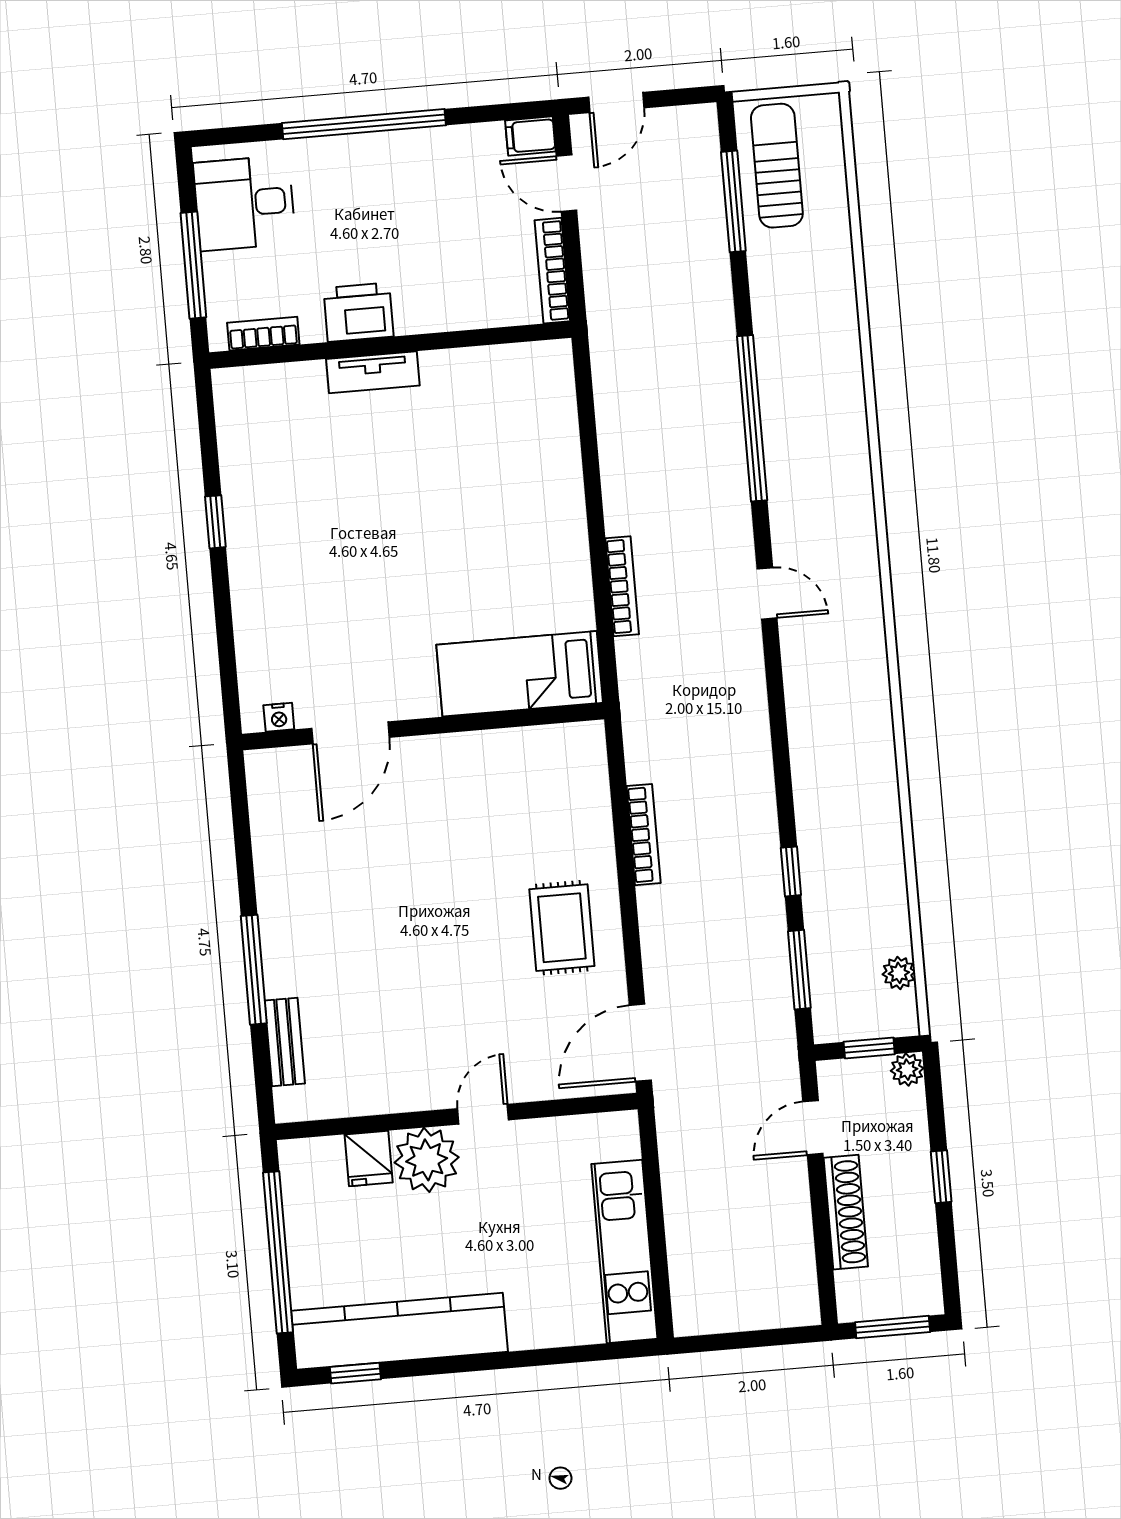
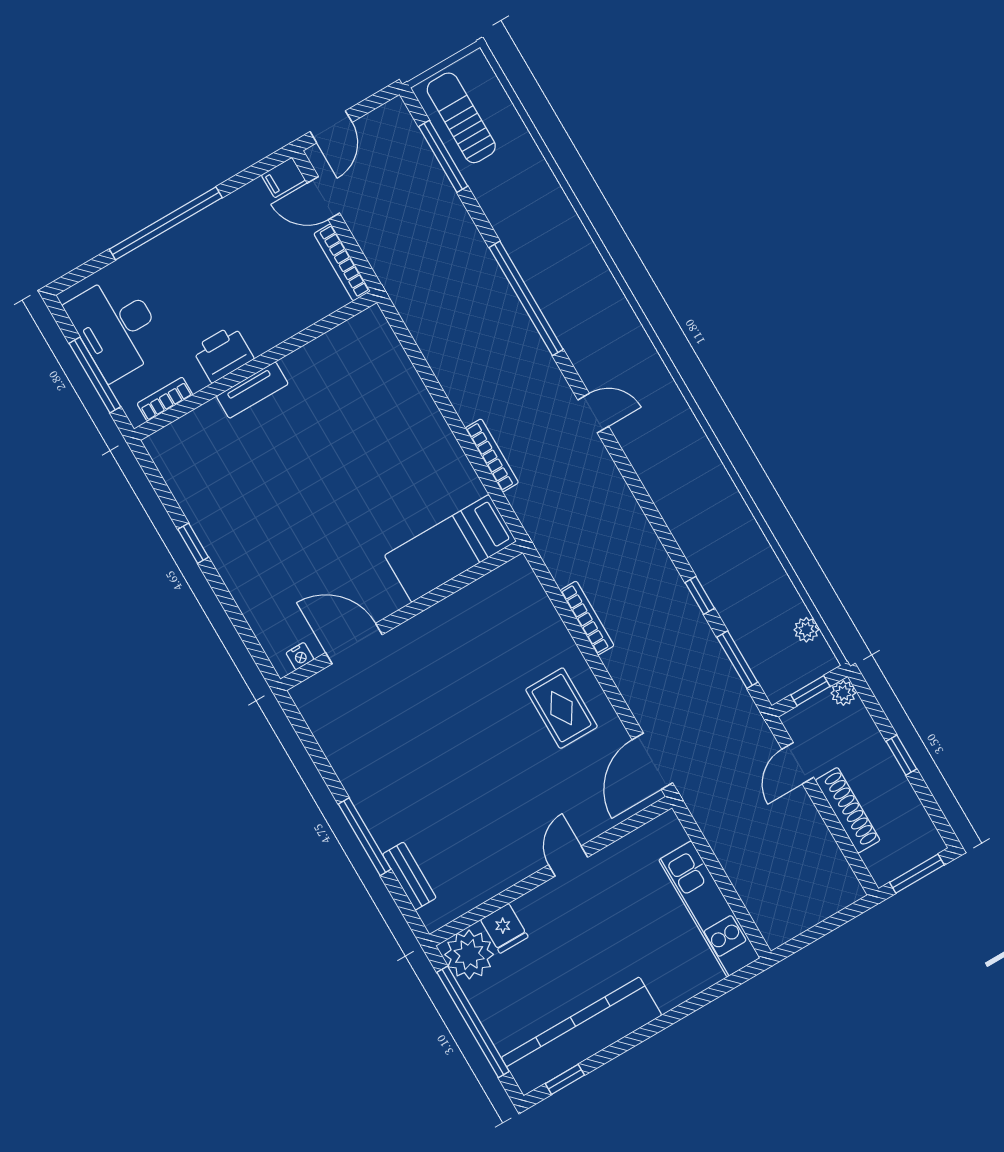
desk: (244, 203) -> (116, 327), width x1.37
door: (350, 733) -> (354, 644), swing flipped
plant: (427, 1160) -> (469, 955), moved

